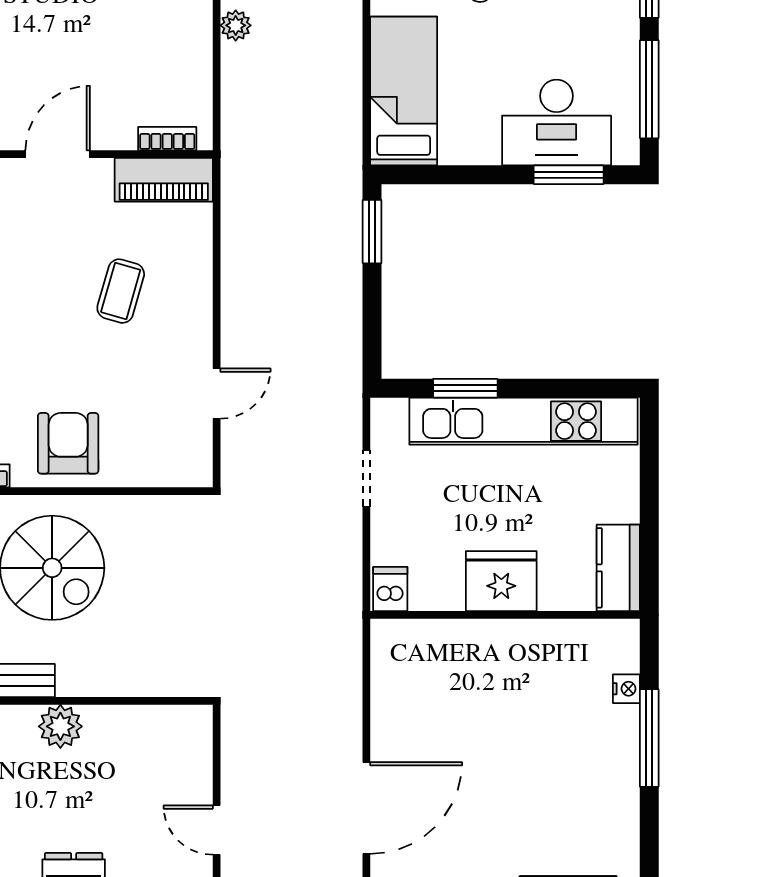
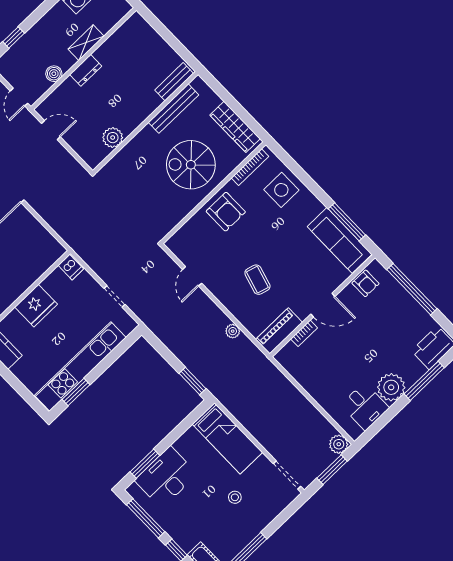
plant: (236, 25) -> (233, 331), moved
bookcase: (167, 139) -> (304, 333), moved
door: (58, 154) -> (323, 305), hinge flipped
window: (465, 388) -> (76, 392), moved
plant: (60, 726) -> (113, 138), moved

